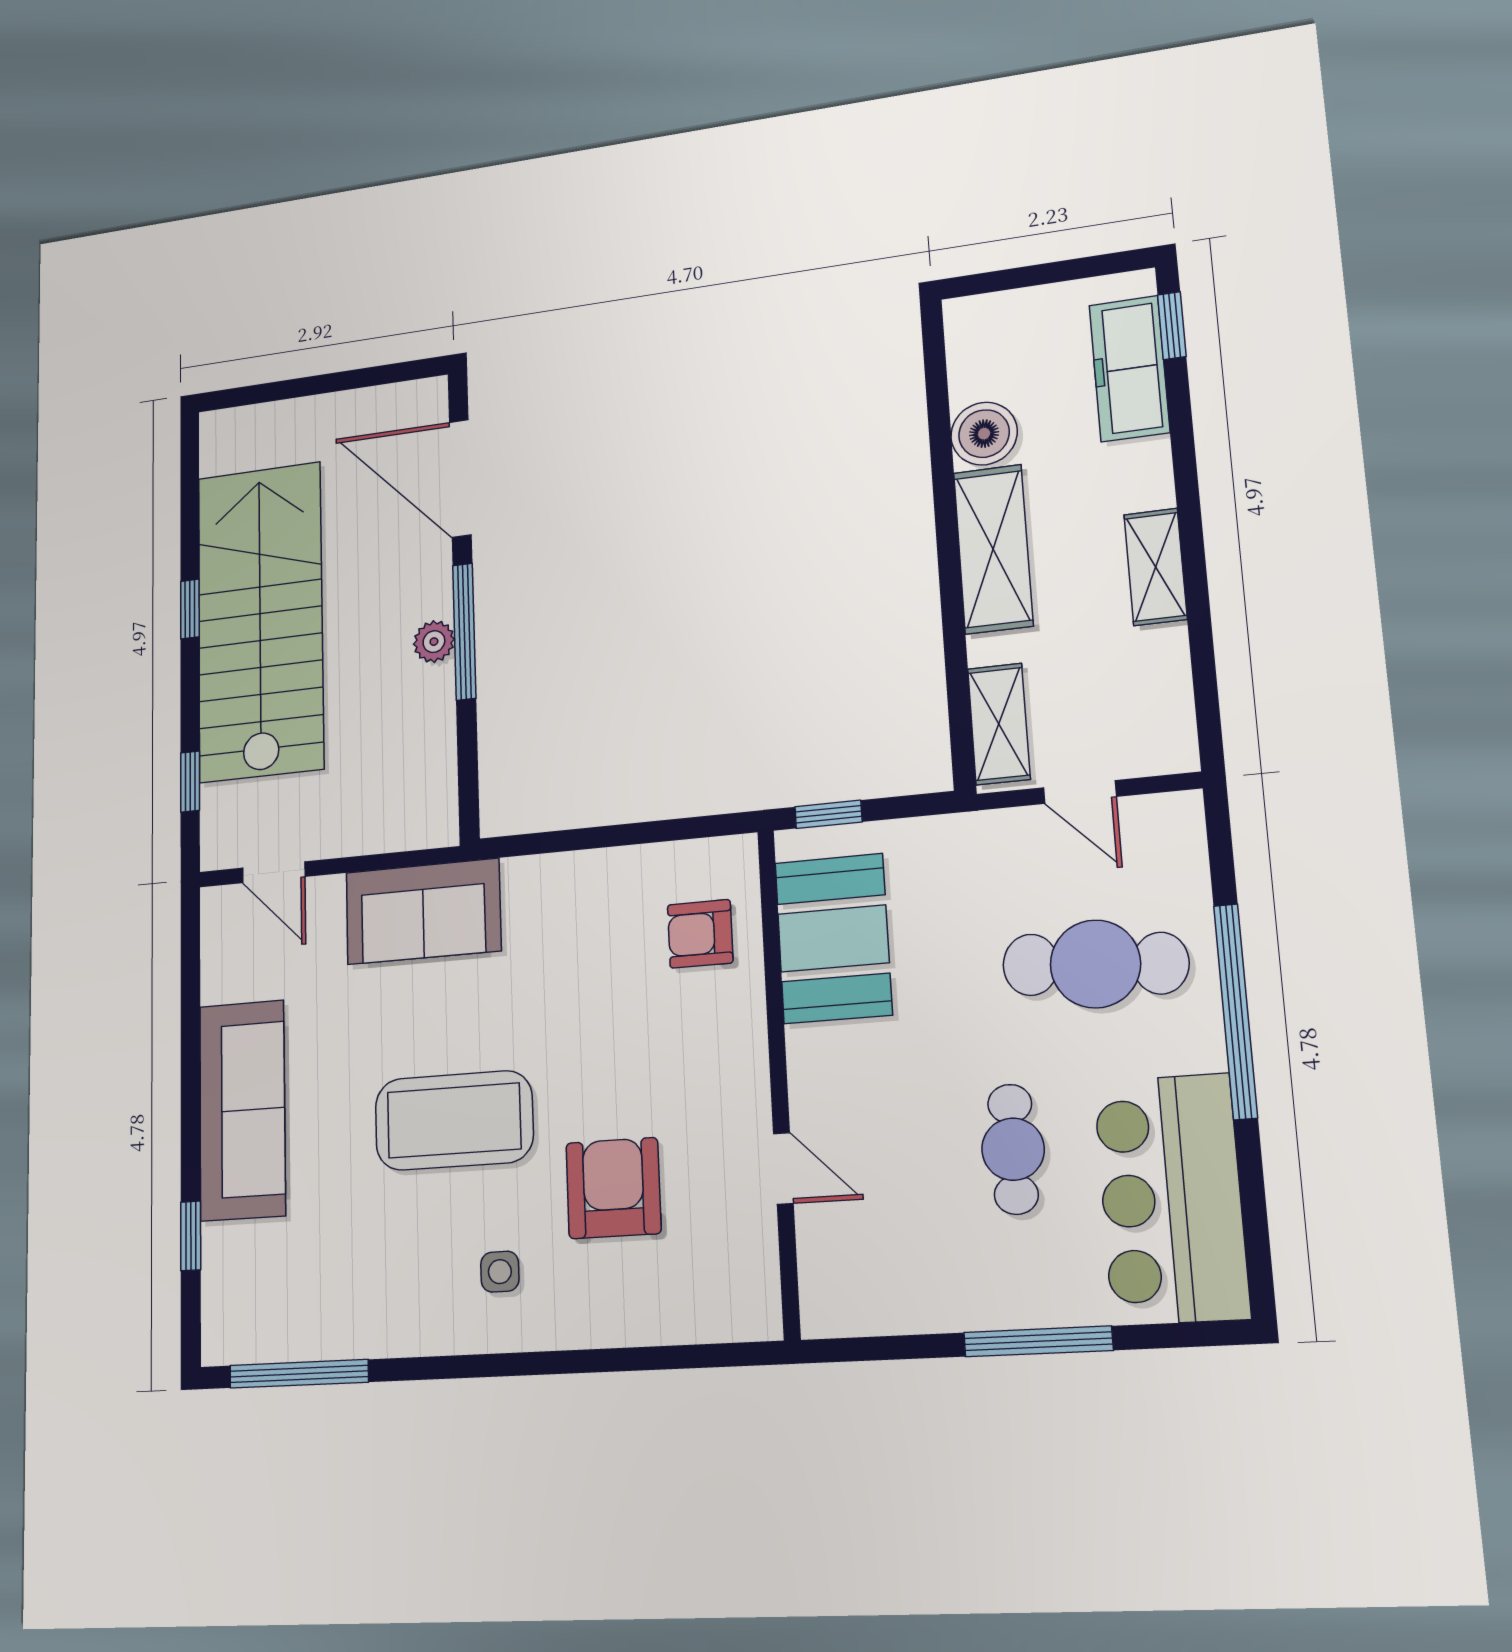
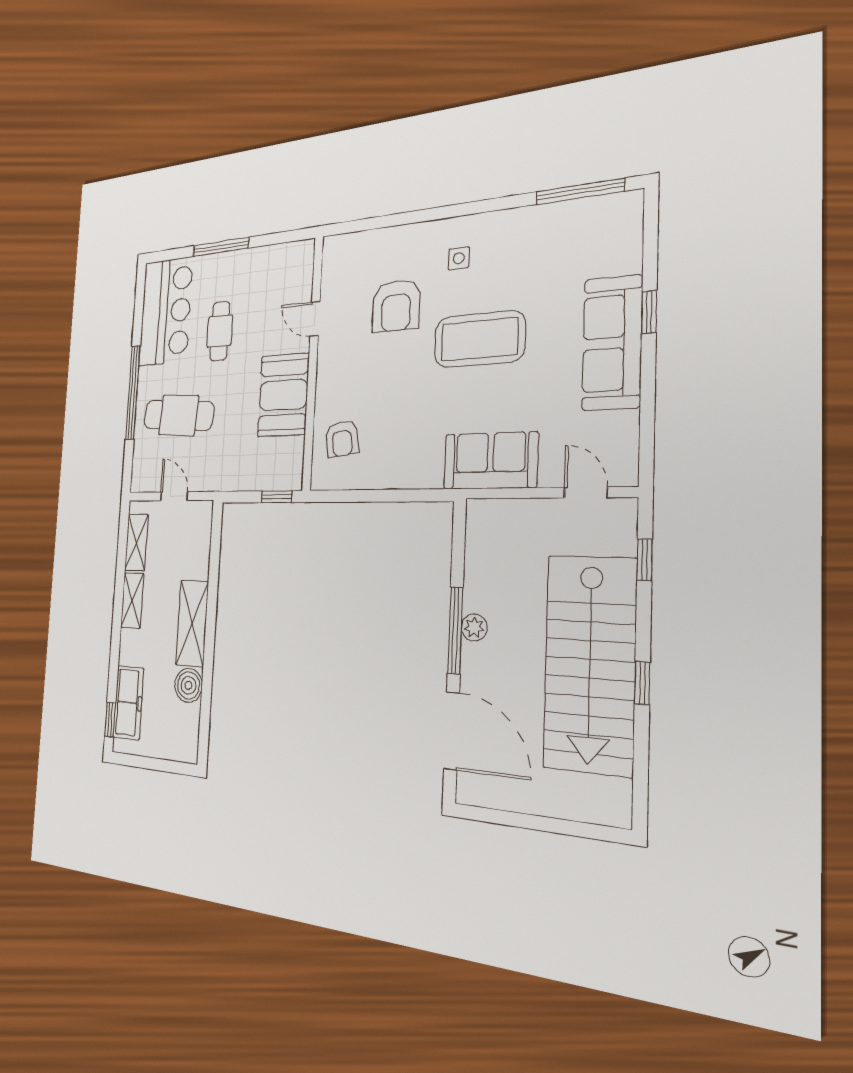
shelving: (999, 724) -> (136, 542), moved
armchair: (700, 934) -> (342, 439), turned 82
booth: (833, 938) -> (283, 395), moved
window: (191, 1236) -> (649, 312), moved

